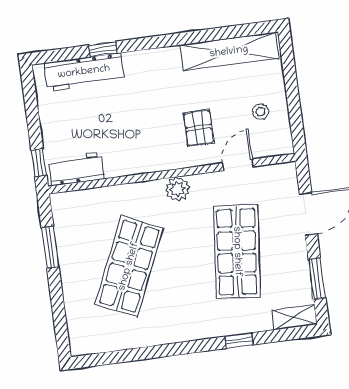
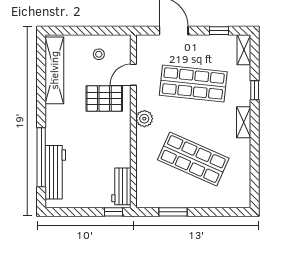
window: (103, 49) -> (41, 157), width x3.17
pallet: (199, 128) -> (104, 98), width x1.50, depth x1.42
door: (238, 165) -> (133, 75), hinge flipped
window: (317, 279) -> (219, 31), width x0.67
shelving: (191, 331) -> (244, 122), added

